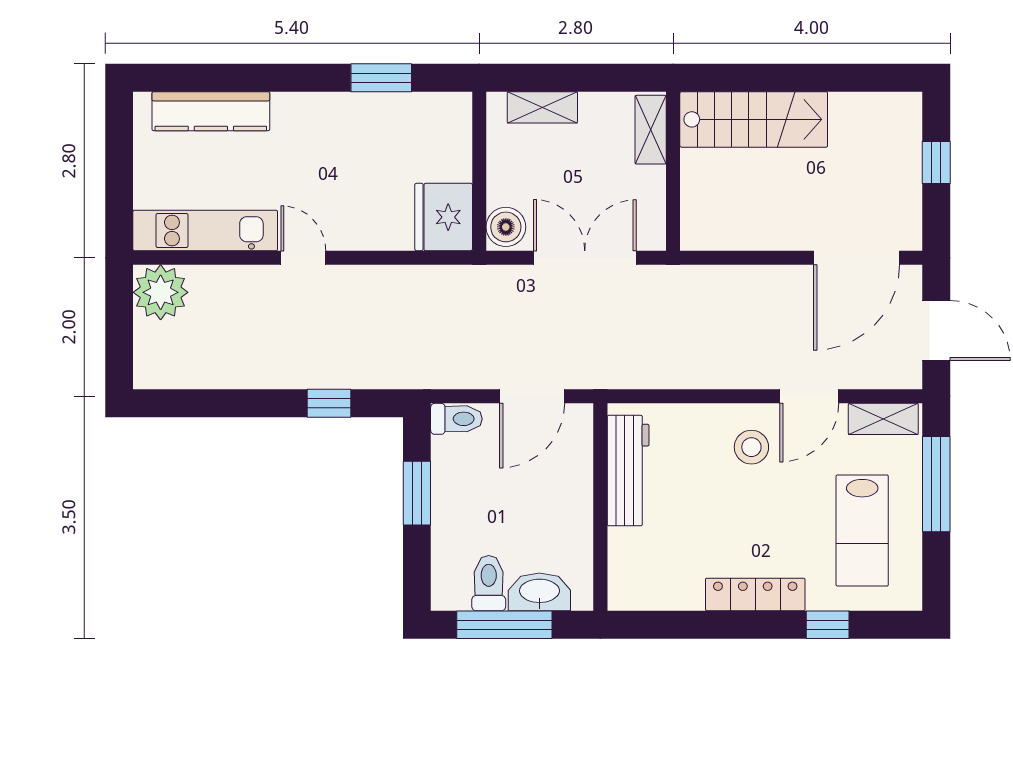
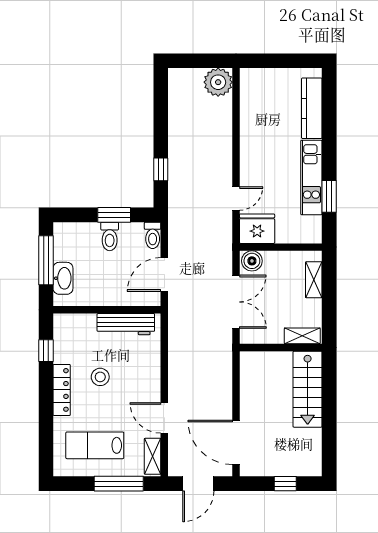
kitchen unit: (205, 231) -> (311, 177), moved, turned 180
door: (303, 258) -> (236, 198), moved
door: (532, 396) -> (164, 274), hinge flipped
stool: (751, 447) -> (100, 377), moved
toilet: (489, 583) -> (110, 236), moved, turned 90
window: (828, 625) -> (46, 351), moved

